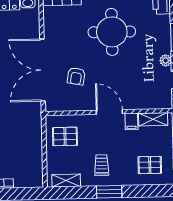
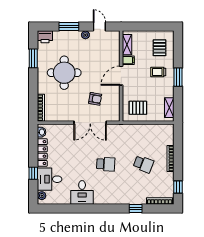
double door: (42, 70) -> (90, 123), width x0.73
pallet: (65, 136) -> (138, 108), turned 90
trolley: (102, 165) -> (158, 72), moved

